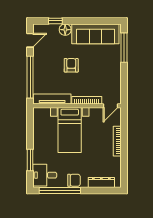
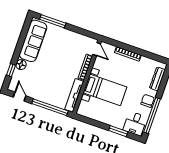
armchair: (71, 65) -> (52, 70), removed

